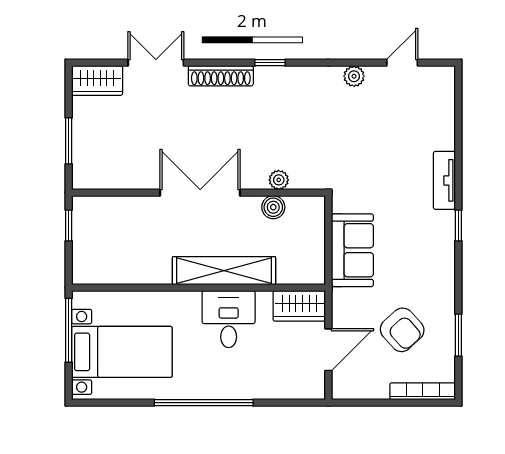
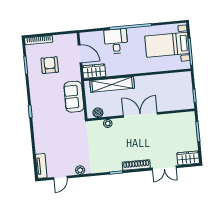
tv unit: (444, 180) -> (41, 166), moved
double door: (200, 193) -> (140, 115), swing flipped
boiler: (273, 207) -> (98, 113), moved
shelving: (224, 271) -> (112, 84), moved
desk: (229, 319) -> (116, 41), moved, turned 180
armchair: (402, 330) -> (50, 65), turned 42
door: (328, 350) -> (80, 54), swing flipped

